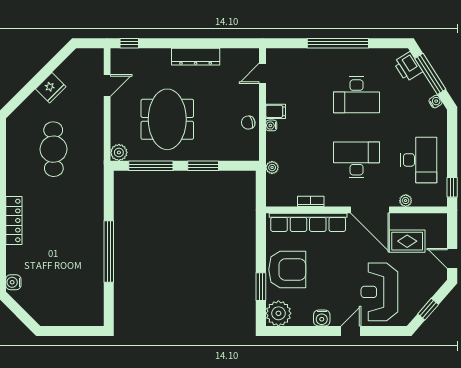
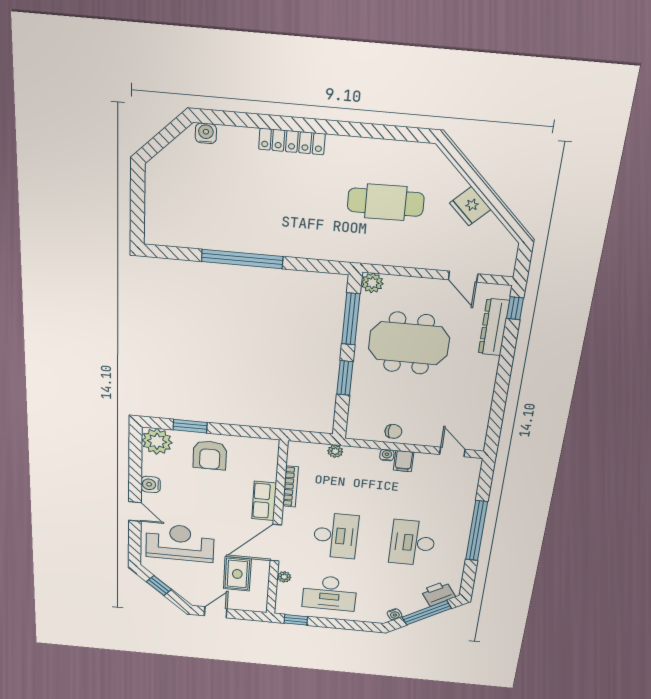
dresser: (196, 57) -> (494, 327), moved
chair: (248, 123) -> (393, 431), turned 103
bookcase: (311, 201) -> (290, 487), width x1.56
row of seats: (308, 222) -> (264, 501), width x0.50
armchair: (287, 270) -> (210, 455), width x0.73, depth x0.73

